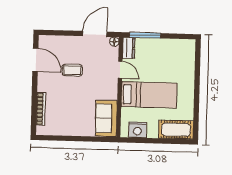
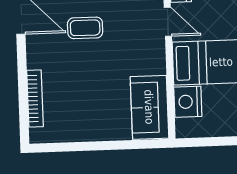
nightstand: (137, 130) -> (188, 102), moved, turned 90

